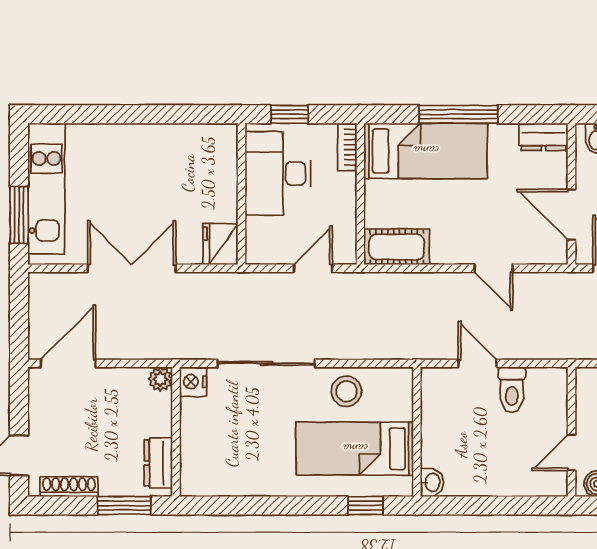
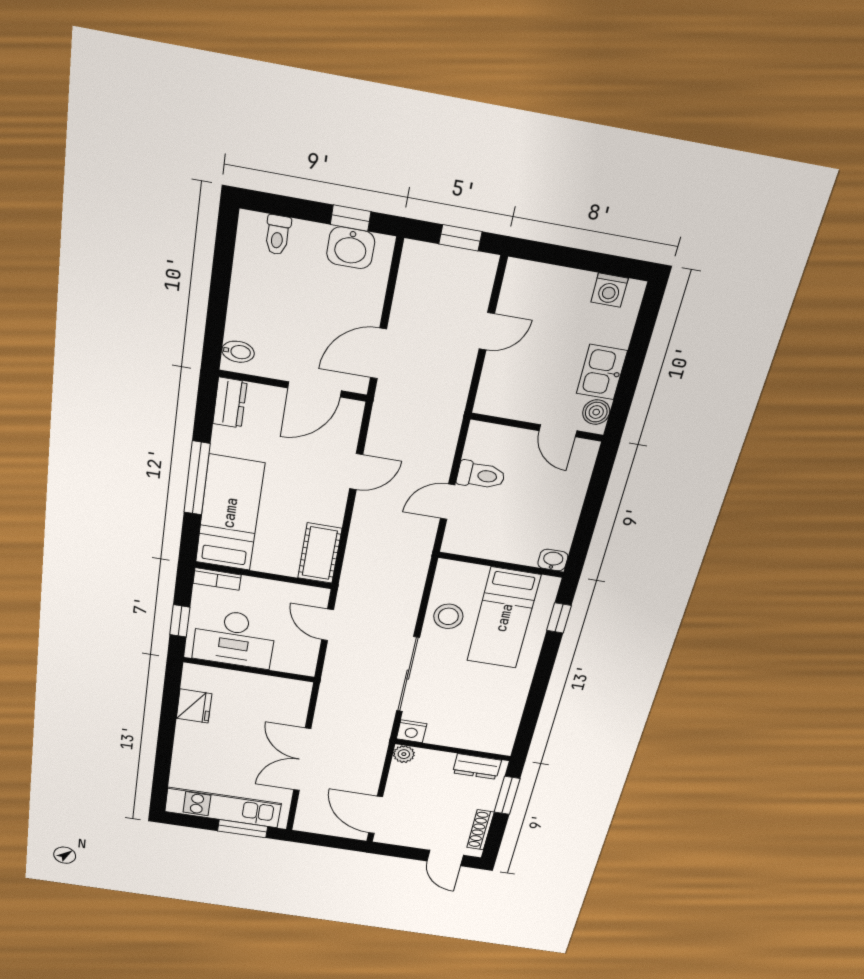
fridge: (220, 244) -> (194, 706), moved, turned -90

